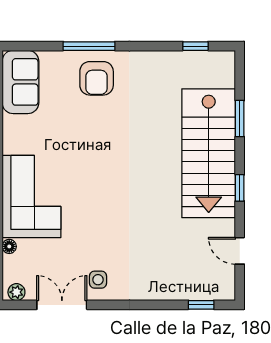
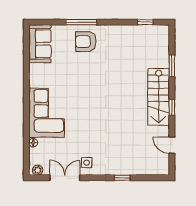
armchair: (97, 78) -> (86, 42), turned 89
stairs: (209, 153) -> (159, 97), width x0.73, depth x0.66
window: (201, 305) -> (122, 178), moved

